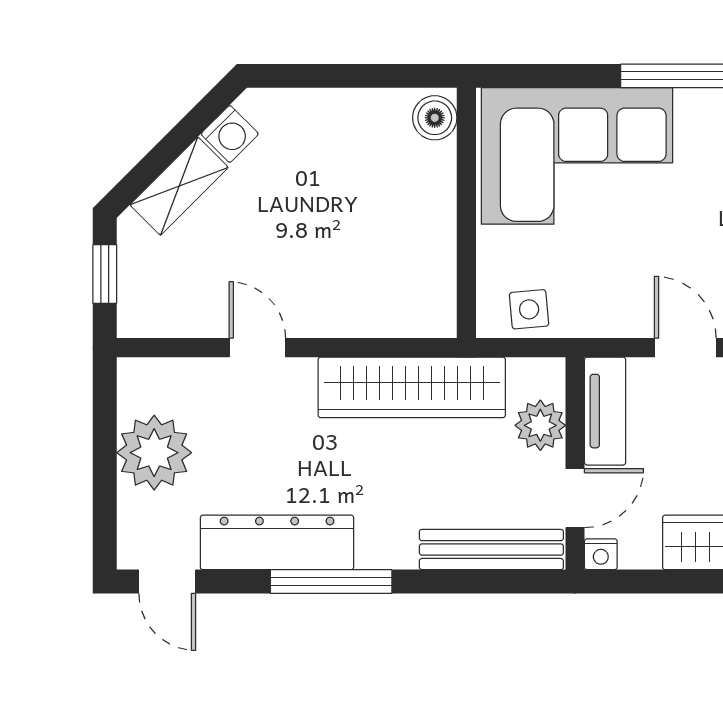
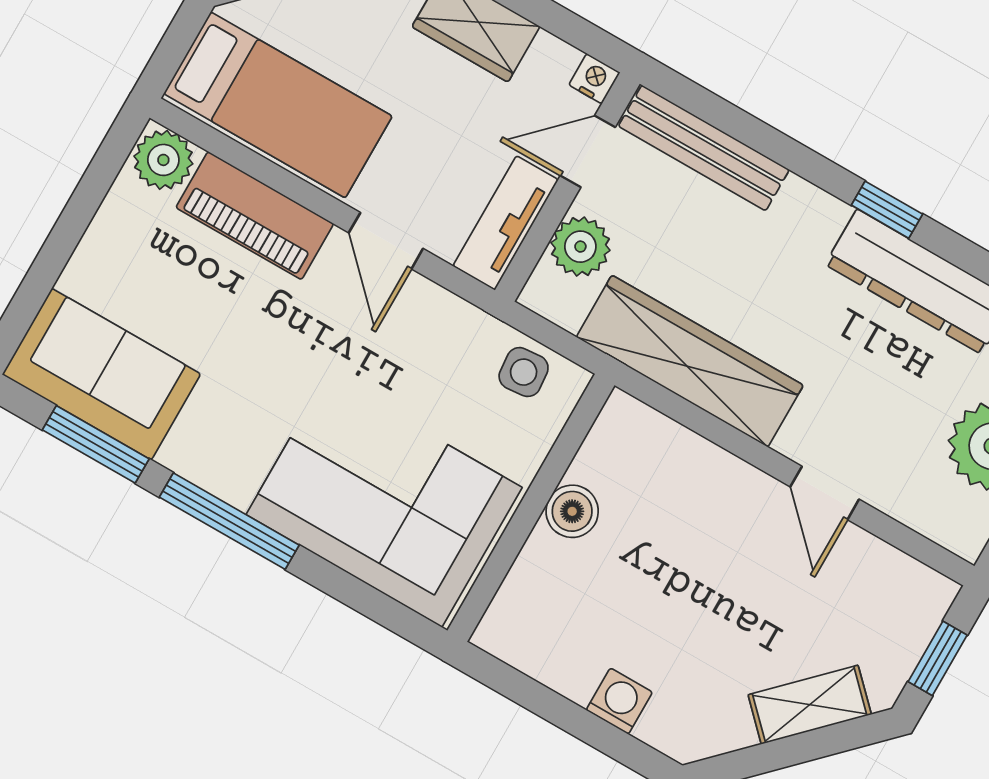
boiler: (435, 118) -> (572, 511), moved
washing machine: (230, 134) -> (619, 701), moved, turned 45
window: (331, 582) -> (887, 210), width x0.46

